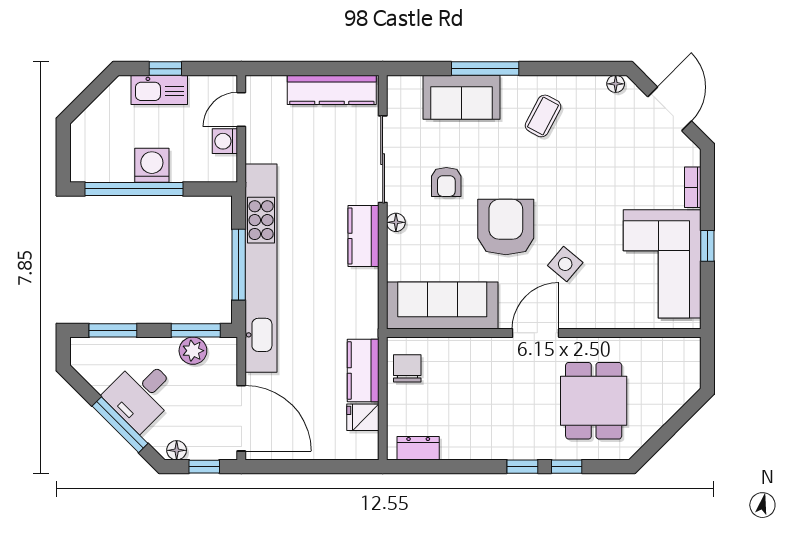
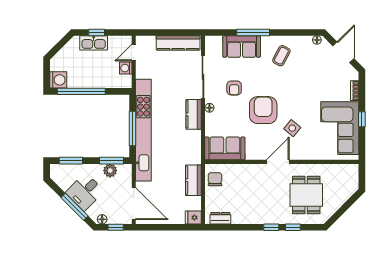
washing machine: (152, 165) -> (58, 80), moved, turned 90
sofa: (442, 305) -> (225, 148), width x0.73
fridge: (363, 417) -> (193, 217), moved

